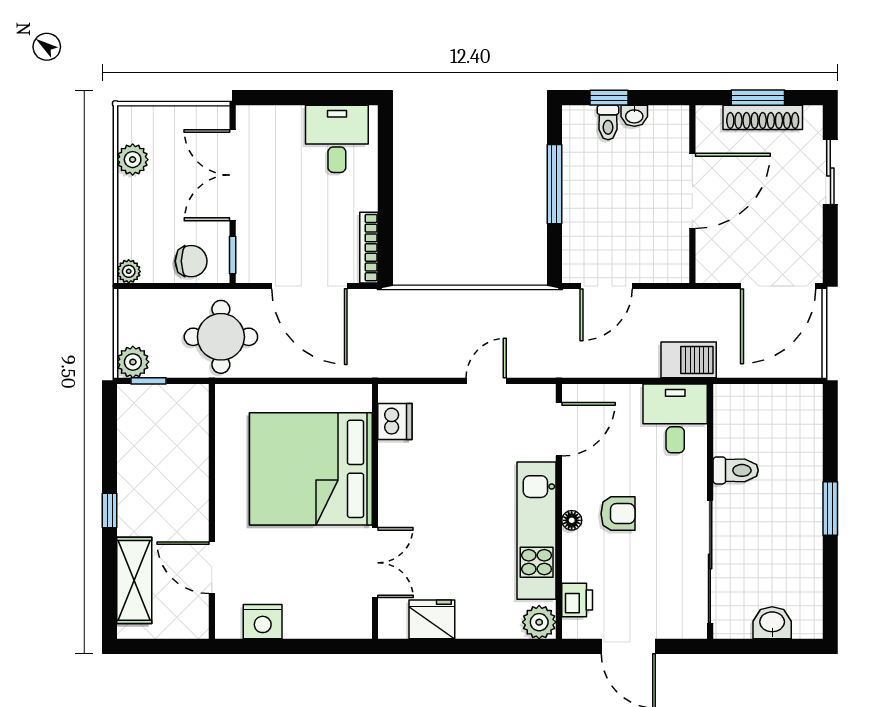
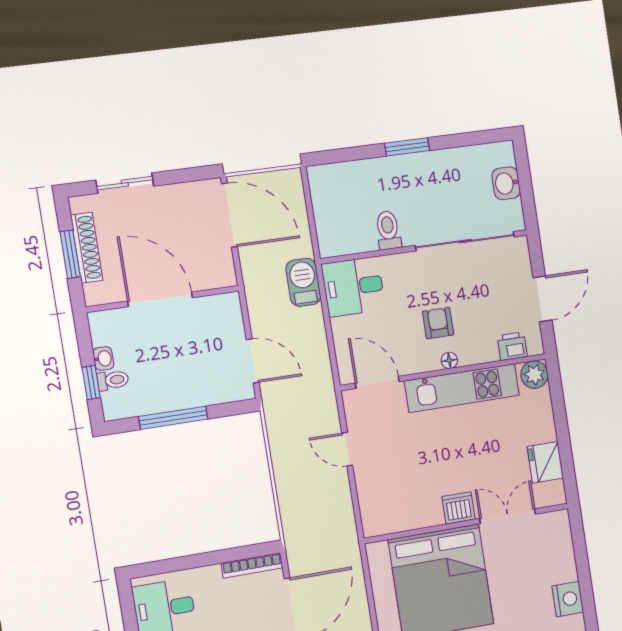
dishwasher: (395, 421) -> (459, 508), moved

